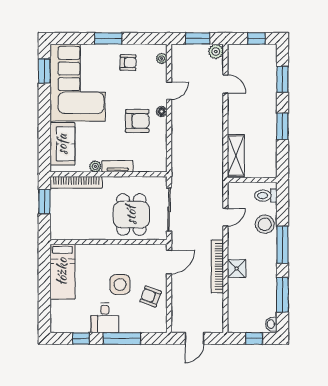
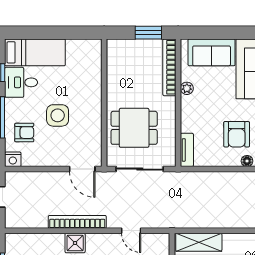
tv unit: (118, 166) -> (187, 150), moved
bed: (62, 272) -> (35, 52), moved, turned 180
armchair: (151, 296) -> (24, 133), moved, turned 70
desk: (105, 318) -> (21, 82), moved
nightstand: (160, 325) -> (13, 159), added

